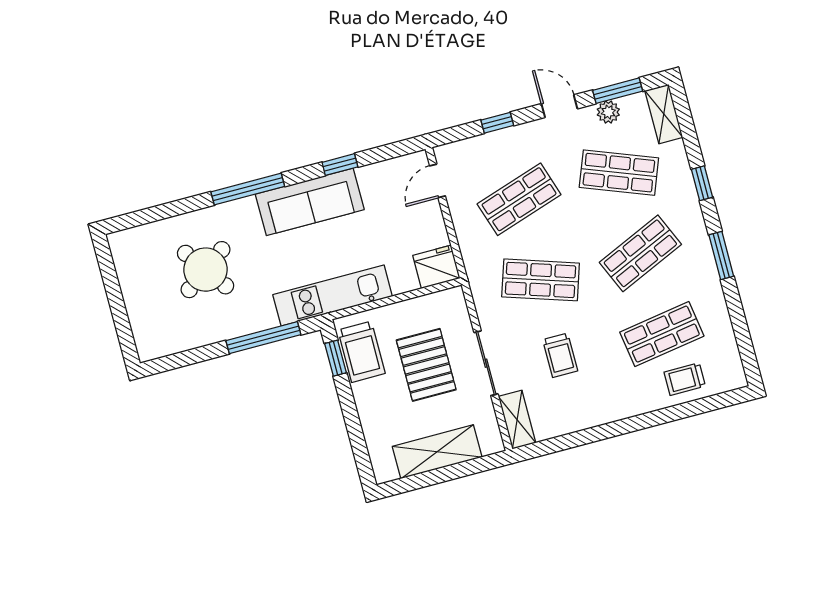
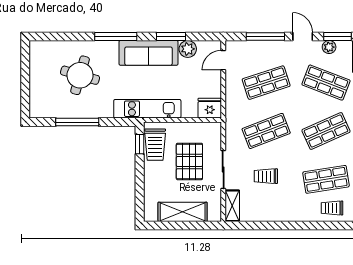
window: (497, 123) -> (265, 36), width x2.17
window: (340, 165) -> (171, 36), width x1.50
plant: (373, 178) -> (188, 49), added
round table: (206, 270) -> (80, 75), turned -38
shop shelf: (541, 280) -> (266, 131), turned -39
window: (263, 338) -> (77, 122), moved
trolley: (560, 355) -> (266, 176), turned 90

